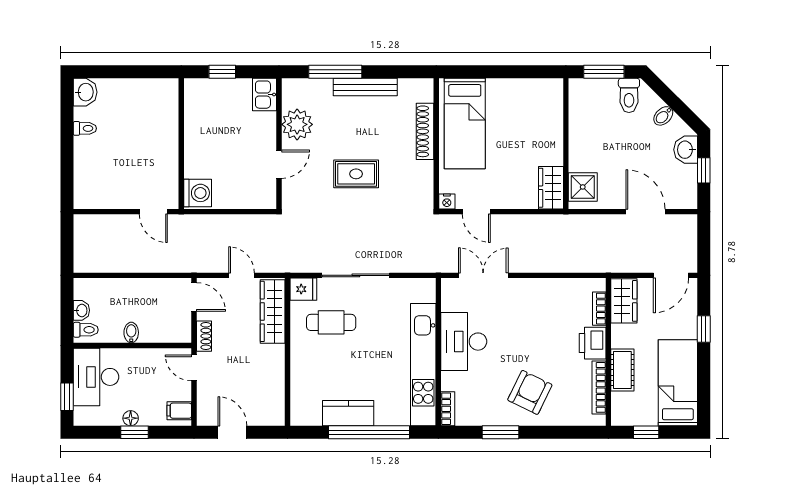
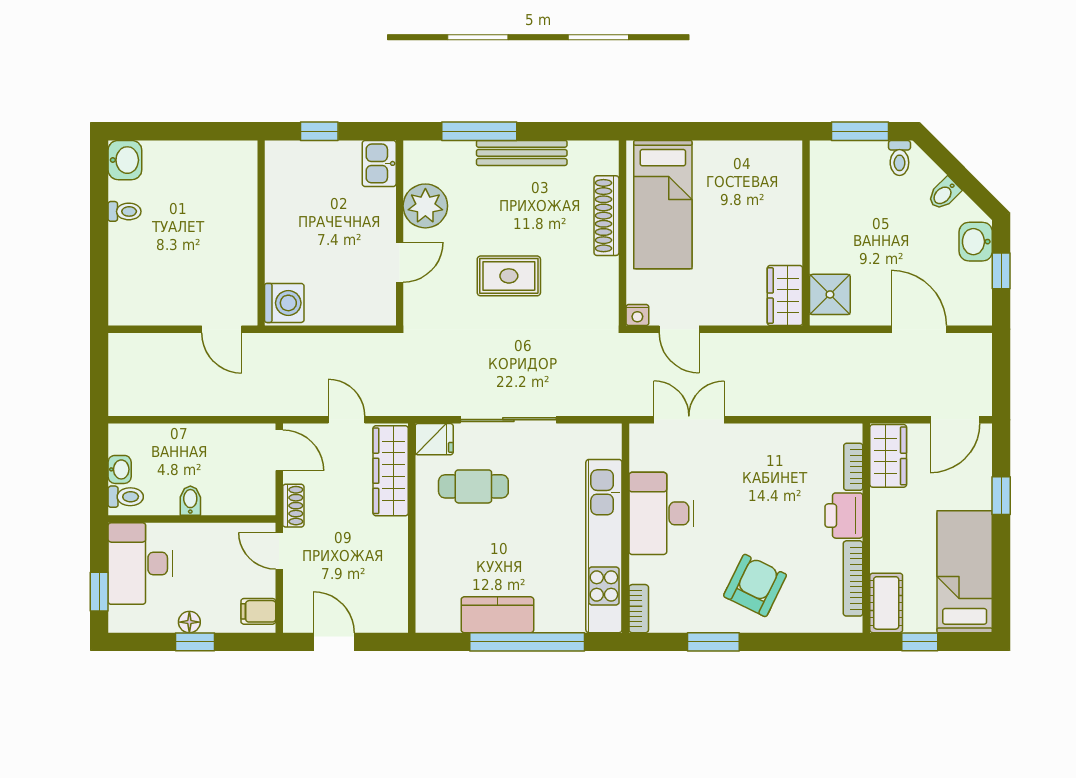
toilet: (629, 95) -> (899, 158), width x0.73, depth x0.72
cot: (622, 370) -> (886, 603), moved

